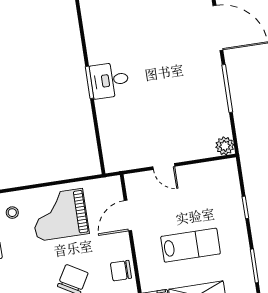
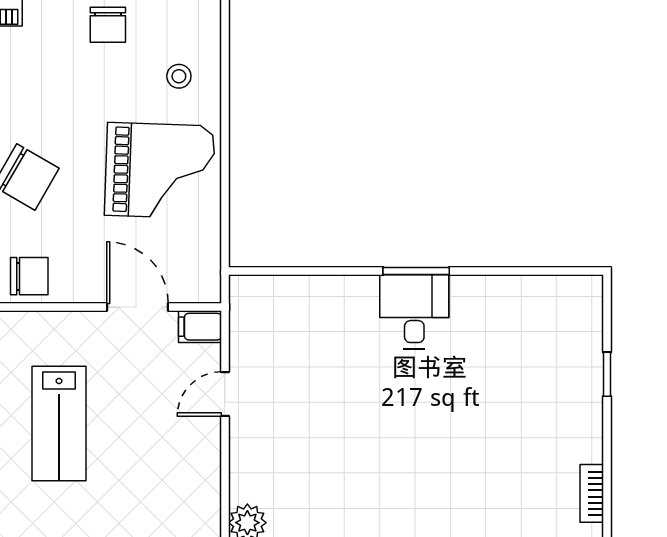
filing cabinet: (133, 184) -> (200, 327), added
grand piano: (60, 215) -> (160, 171), turned 92
chair: (121, 271) -> (29, 276), turned 90

